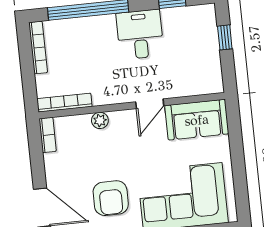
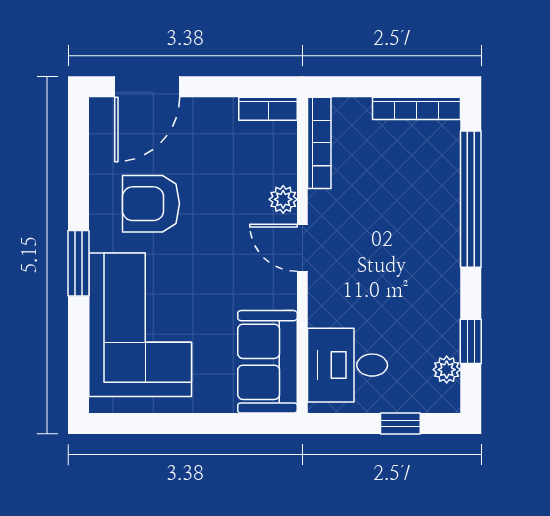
plant: (190, 13) -> (447, 370), added
desk: (140, 34) -> (347, 365), moved, turned 180
door: (150, 104) -> (302, 248), moved

